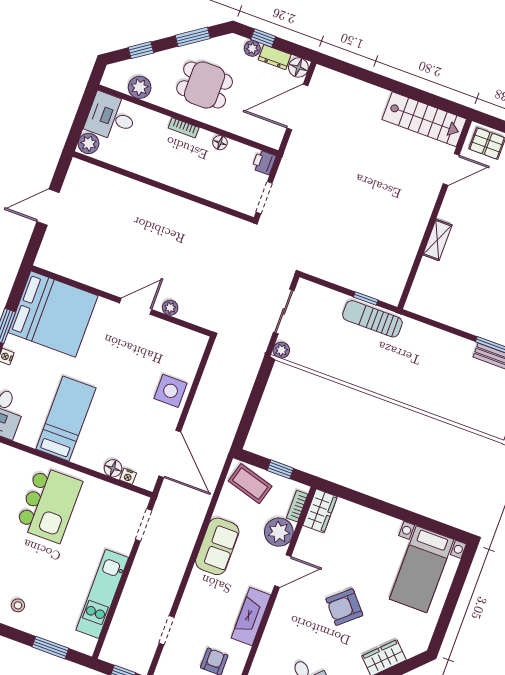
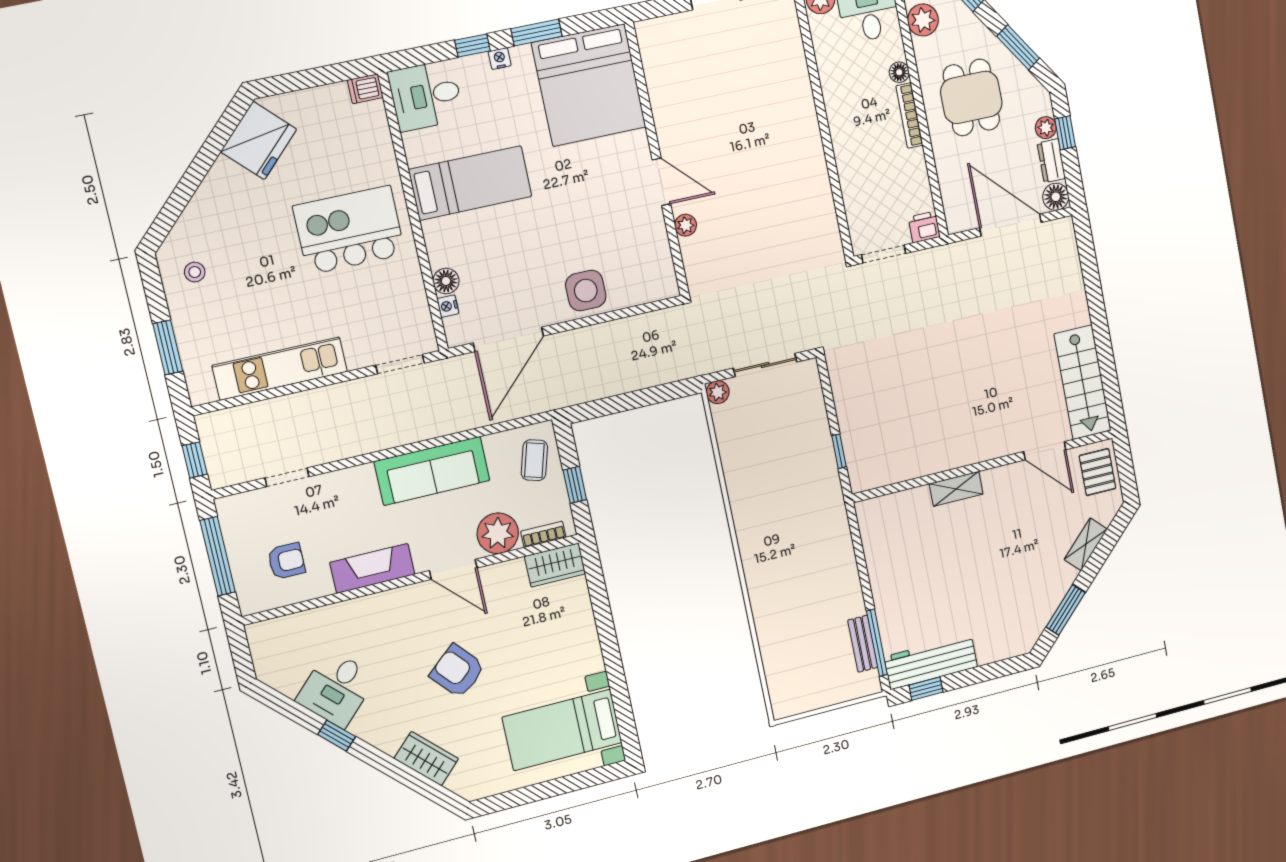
bookcase: (184, 128) -> (909, 116), width x1.56
floor lamp: (220, 143) -> (899, 72), moved
sun lounger: (372, 319) -> (820, 475), removed
coffee table: (250, 484) -> (534, 460), width x0.73, depth x0.77
kitchen island: (49, 505) -> (349, 230), turned 180
sofa: (217, 546) -> (432, 471), width x1.36

